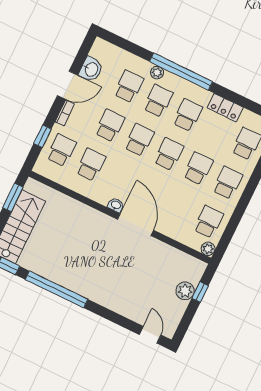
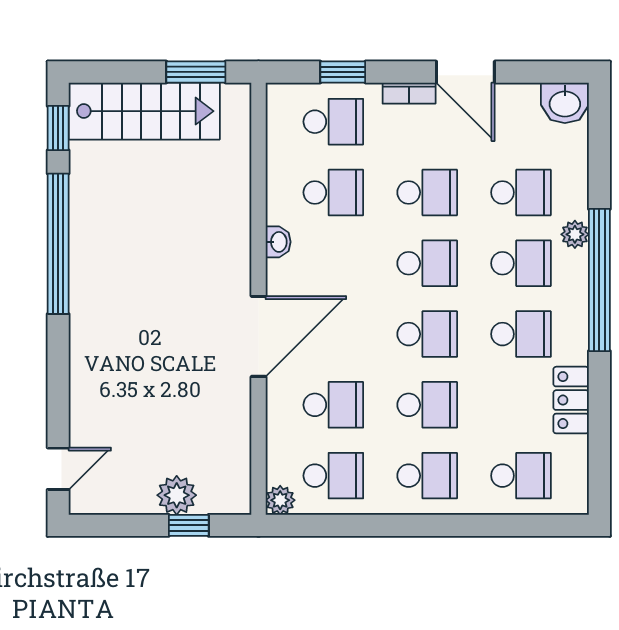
washbasin: (91, 69) -> (565, 103), moved
washbasin: (116, 205) -> (278, 242), moved
school desk: (179, 207) -> (333, 405), added

